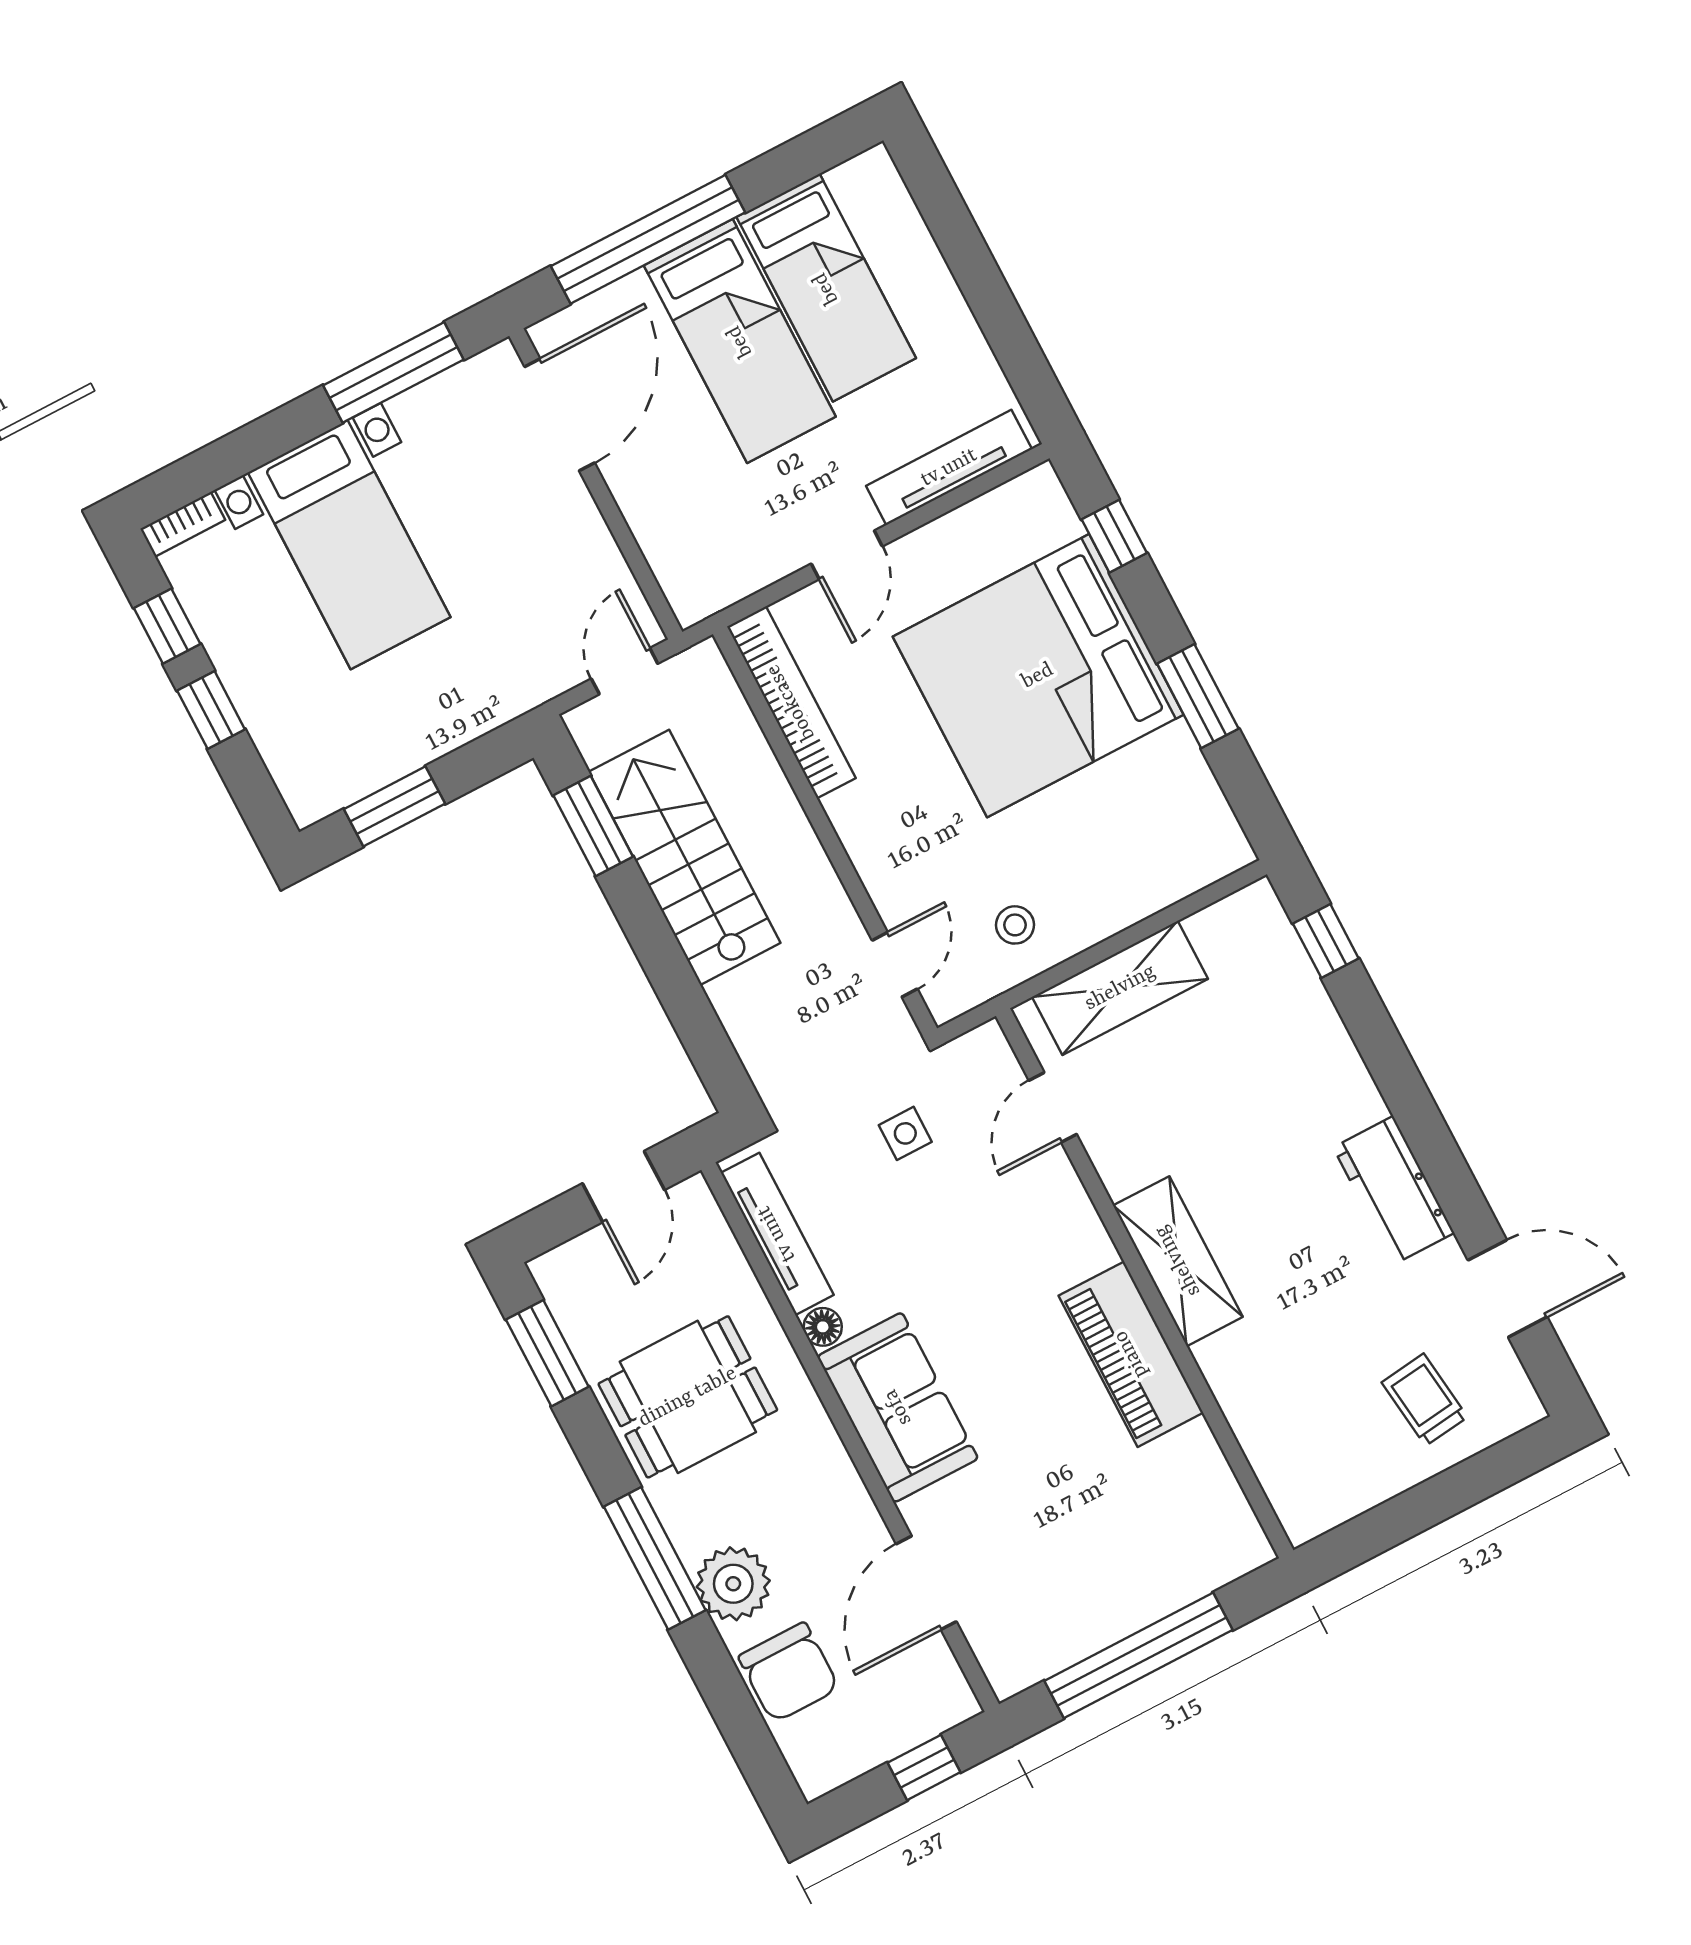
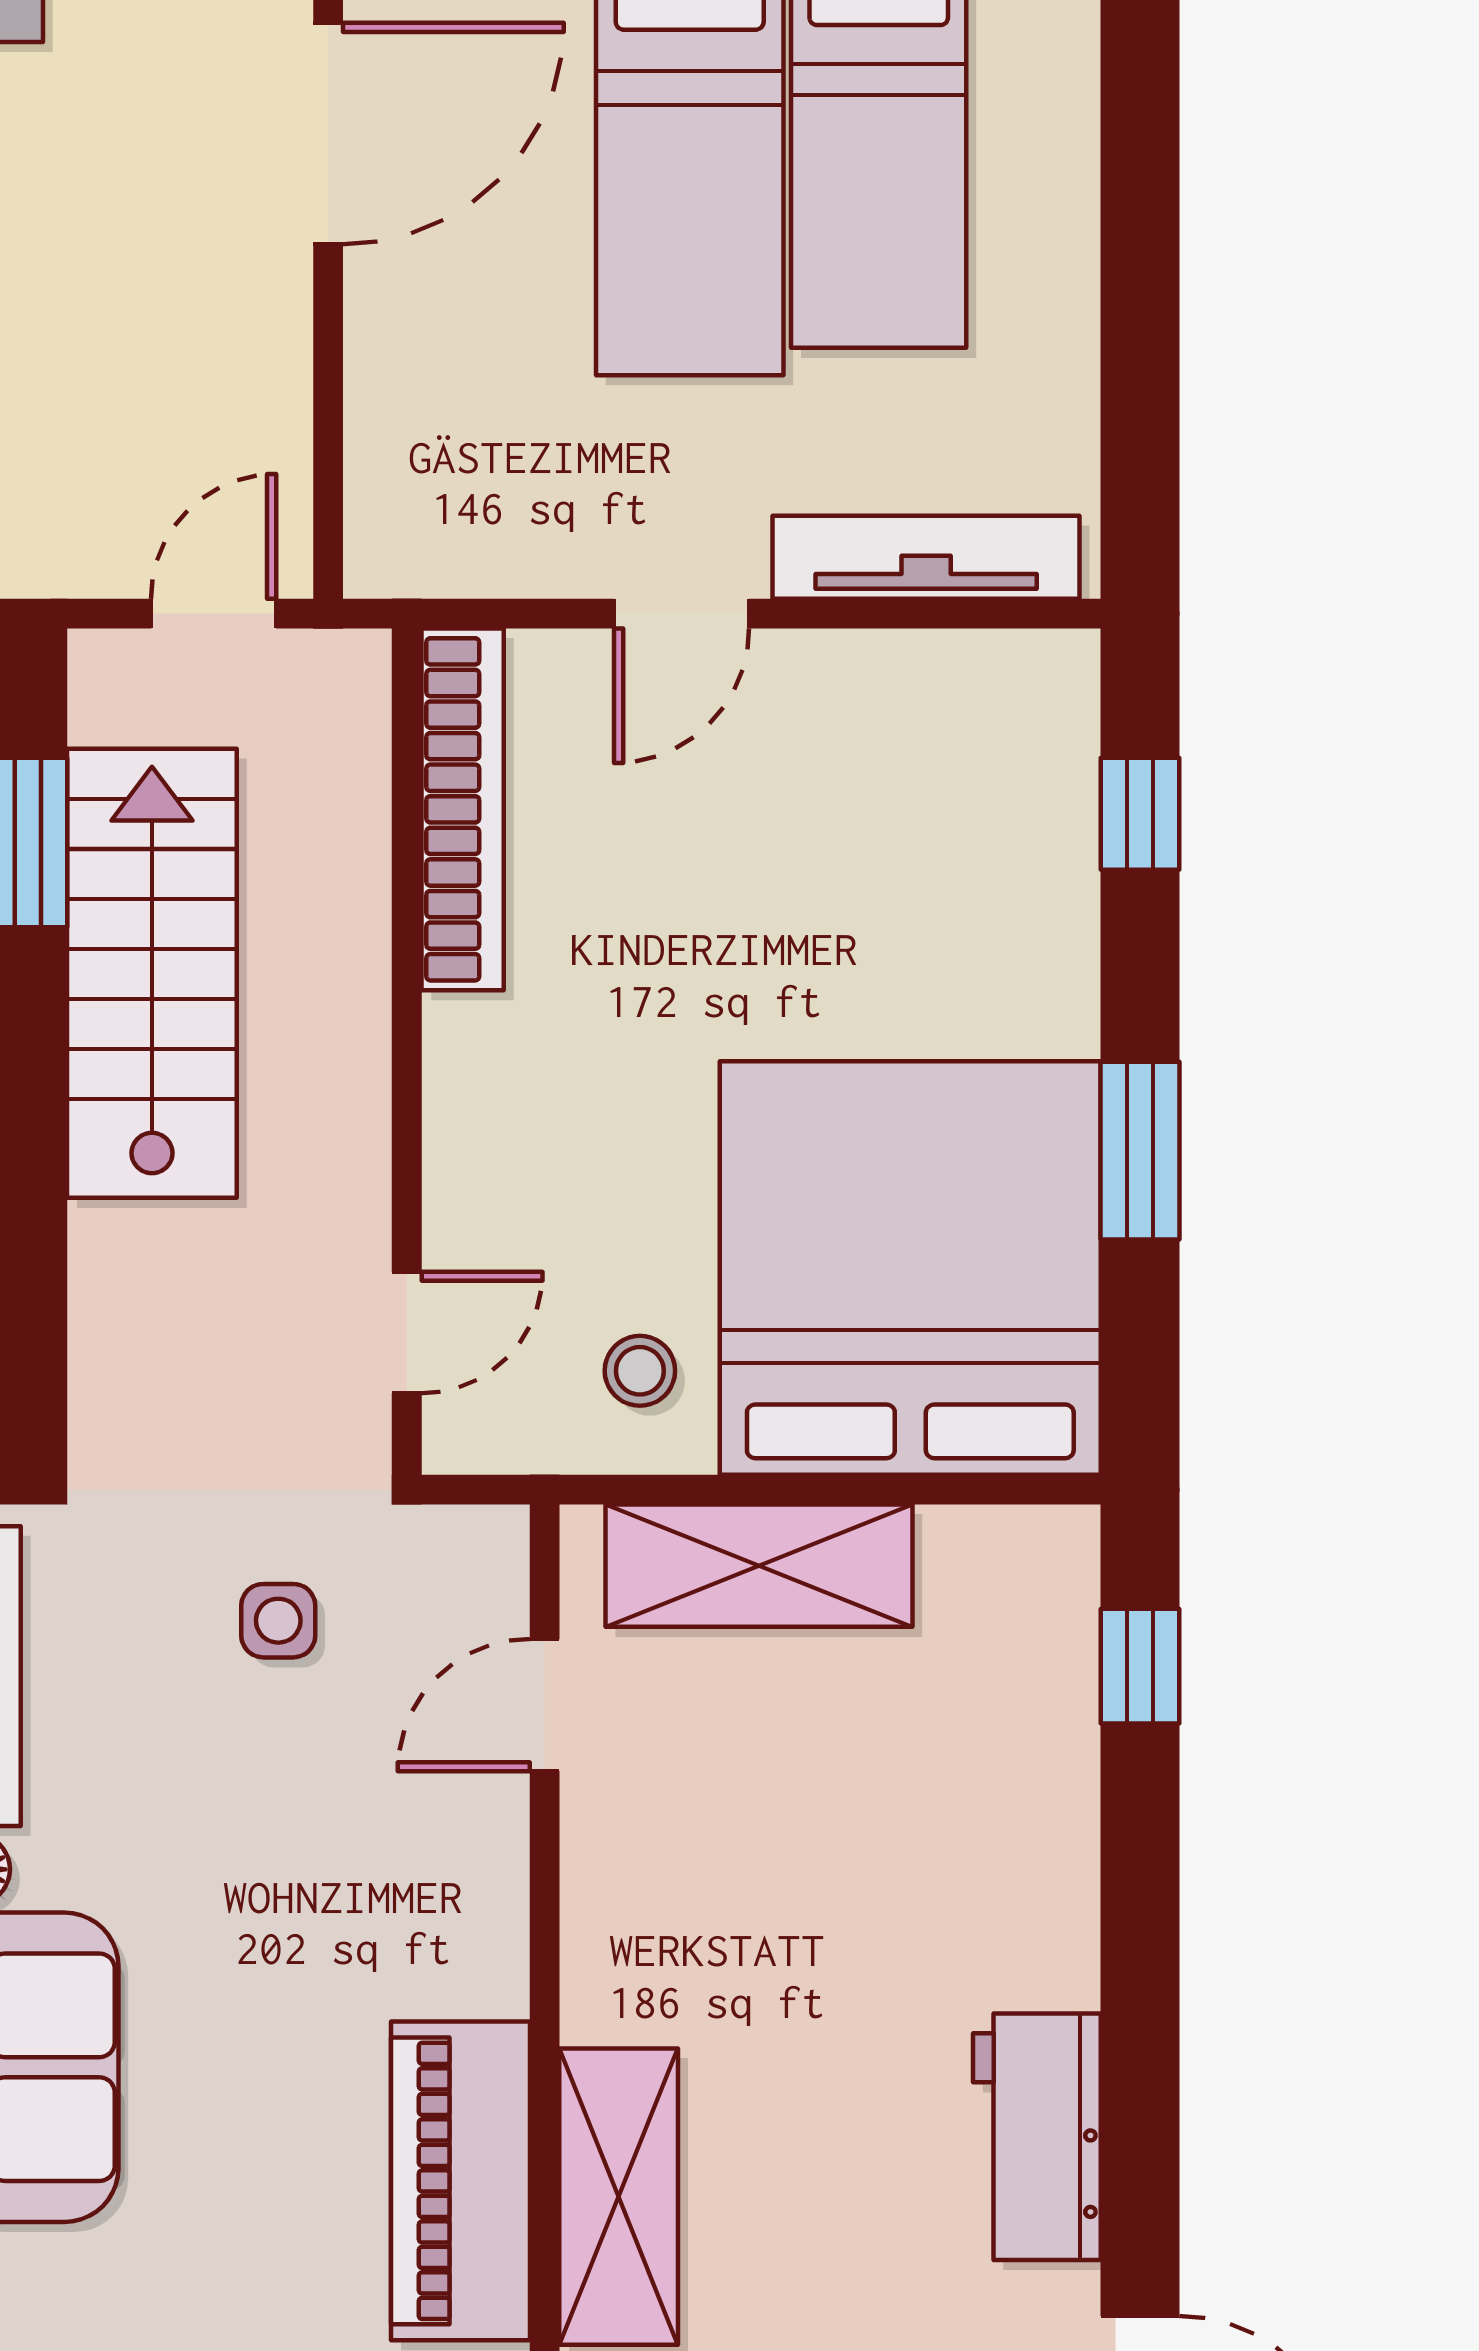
bed: (1038, 676) -> (910, 1268), moved, turned 90
shelving: (1178, 1261) -> (619, 2197), moved

